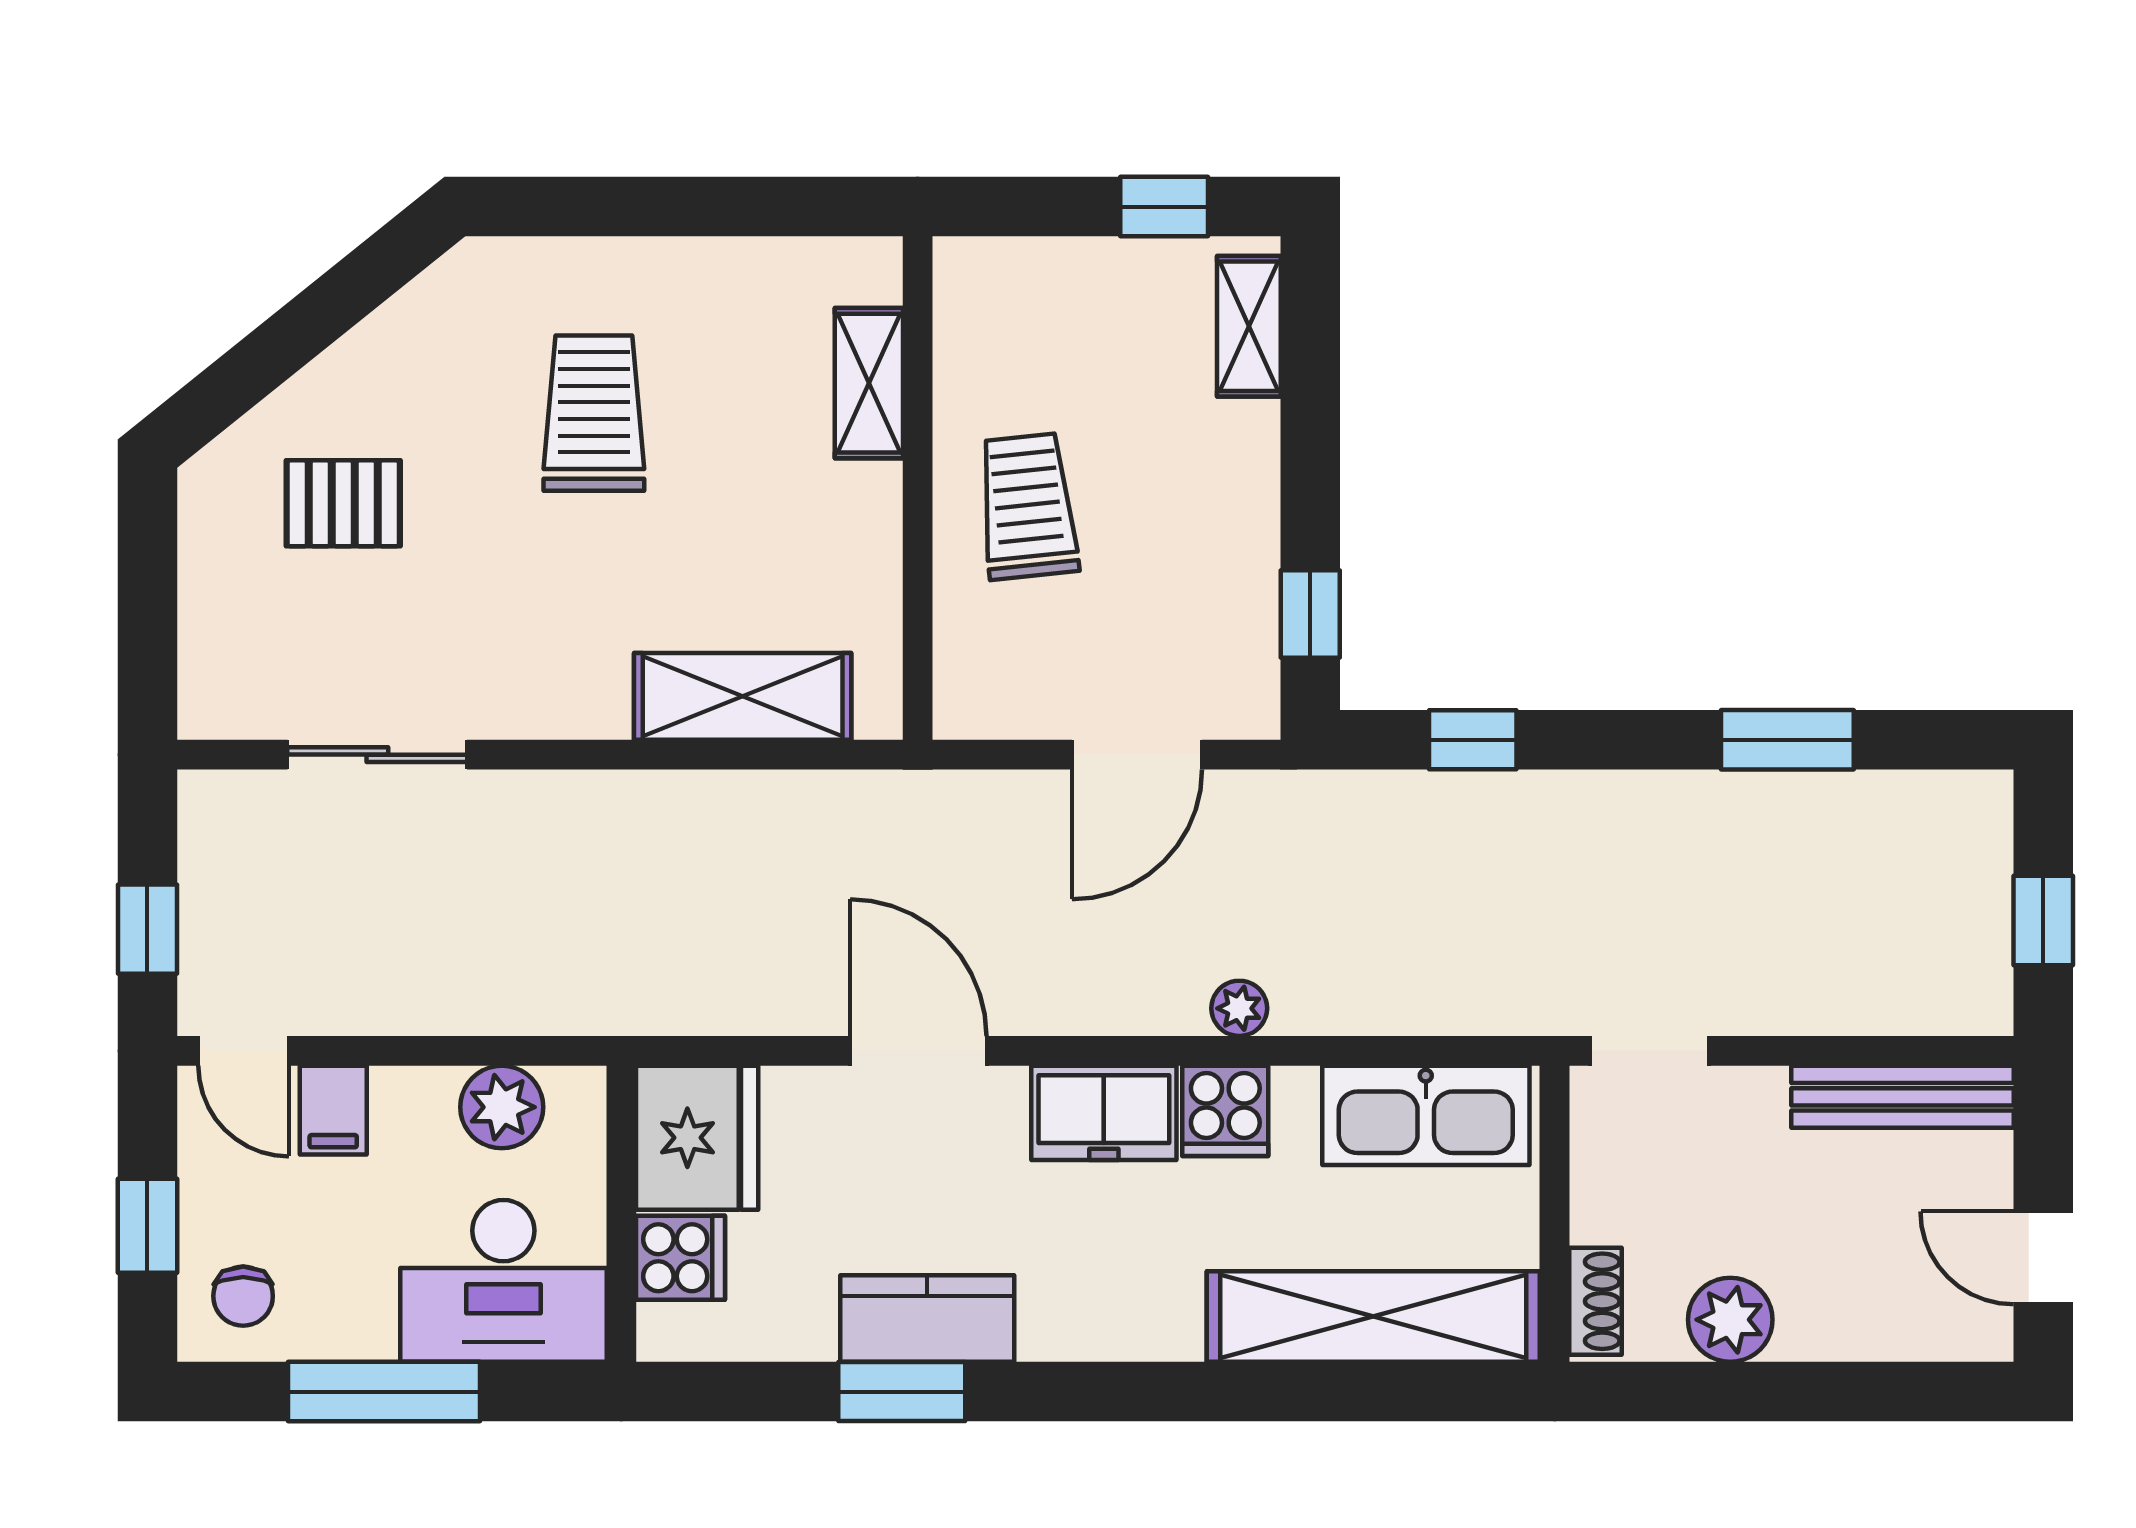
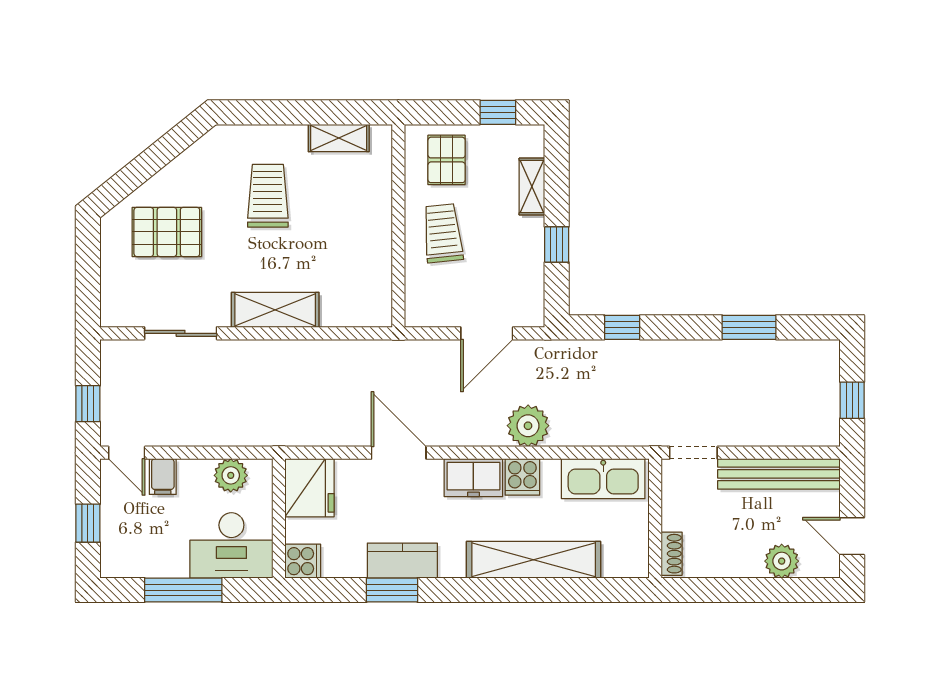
pallet: (1037, 325) -> (447, 160), added
shelving: (1249, 326) -> (532, 187), moved
shelving: (869, 383) -> (339, 138), moved, turned 90
pallet: (343, 503) -> (167, 232), width x1.50, depth x1.42
window: (1310, 614) -> (557, 244), moved
shelving: (743, 696) -> (275, 310), moved
plant: (1239, 1008) -> (528, 426), width x1.88, depth x1.88
bench: (1903, 1097) -> (779, 474), width x1.37, depth x1.21
cooker: (681, 1258) -> (303, 561), moved
chair: (243, 1296) -> (126, 552), removed
shelving: (1373, 1317) -> (534, 560), moved
plant: (1730, 1320) -> (782, 561), moved

